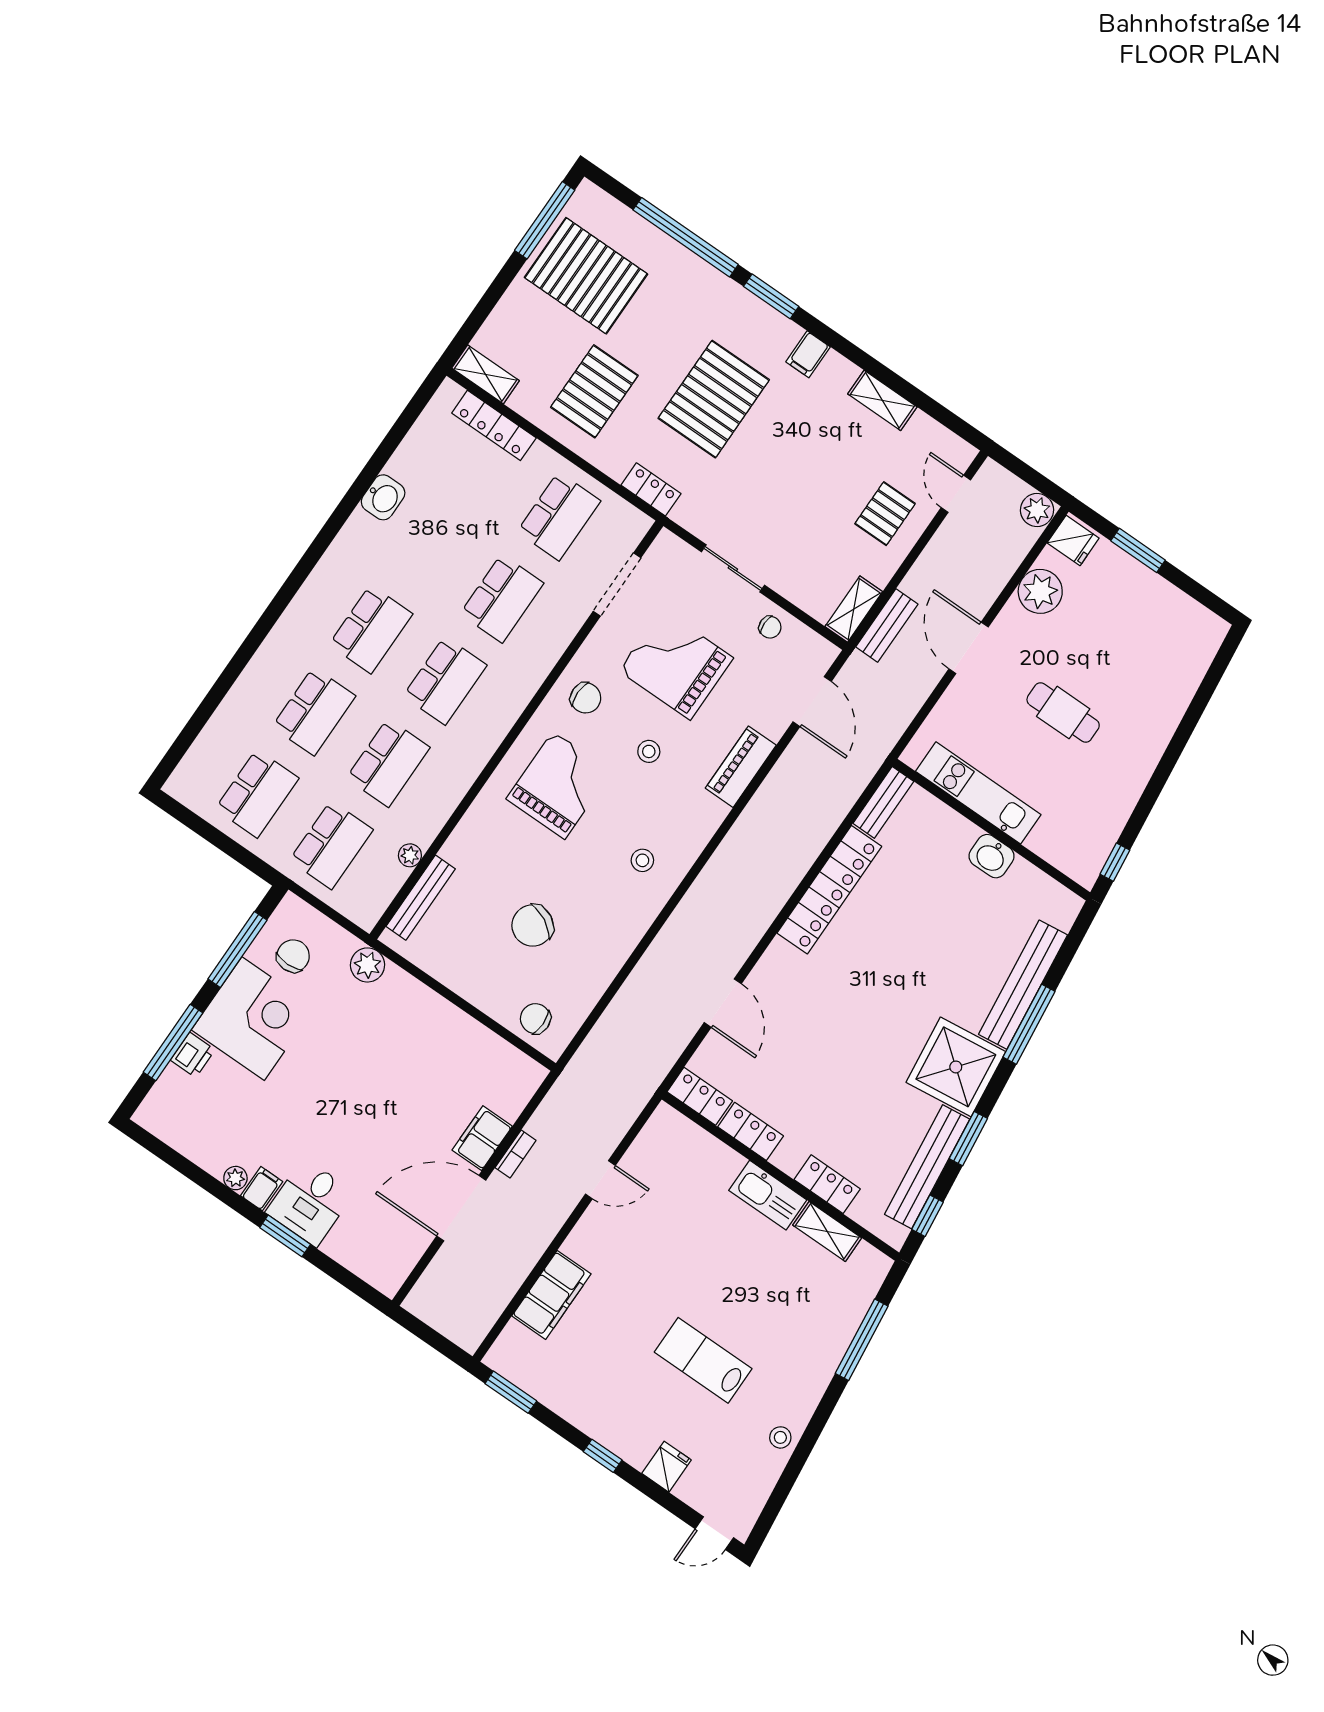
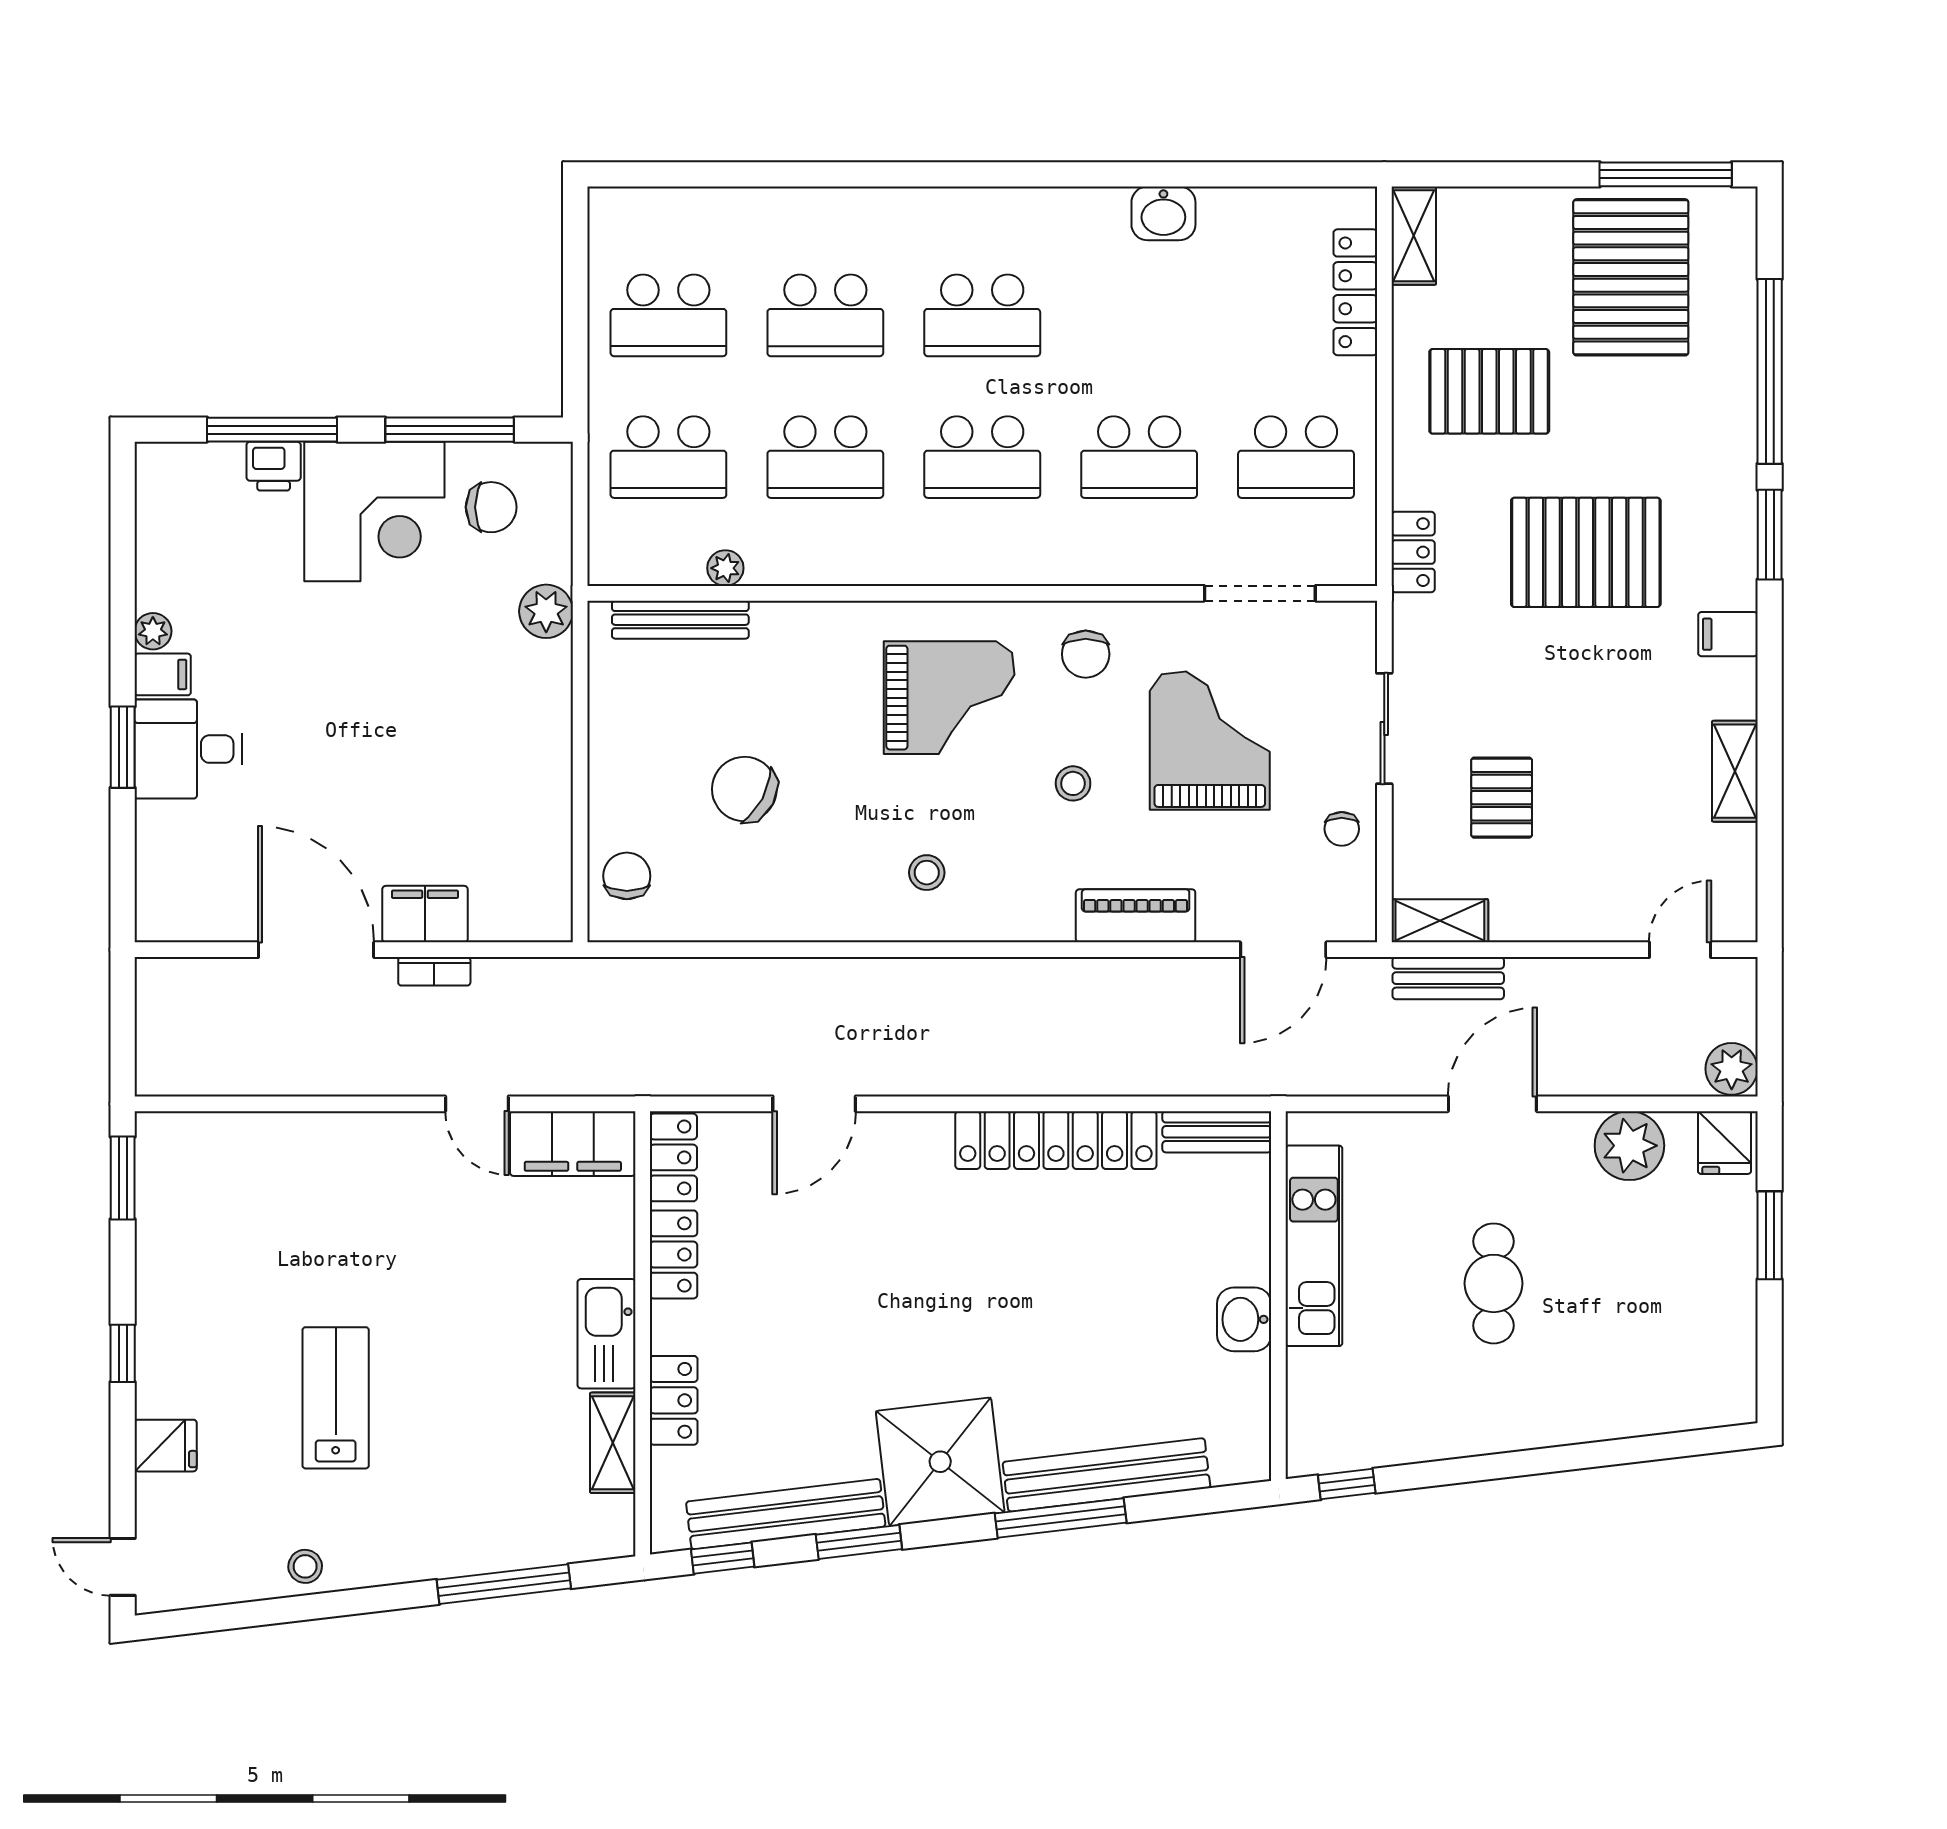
pallet: (885, 514) -> (1502, 798), moved, turned 90
filing cabinet: (551, 1295) -> (573, 1144), moved

